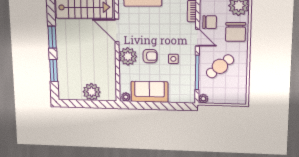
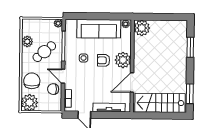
door: (117, 31) -> (132, 83), swing flipped
window: (52, 37) -> (190, 94), moved
plant: (240, 78) -> (27, 41), added
plant: (92, 92) -> (142, 28), moved
sofa: (149, 92) -> (99, 29), width x1.36

